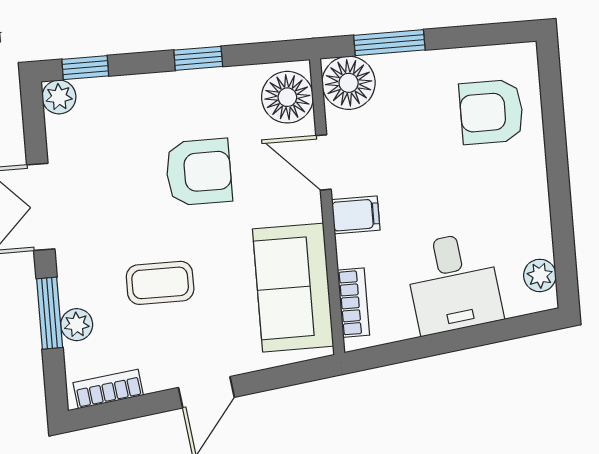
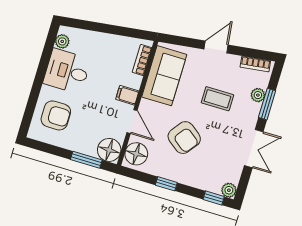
armchair: (199, 172) -> (184, 138), turned -143
desk: (453, 283) -> (67, 71), moved, turned -83

